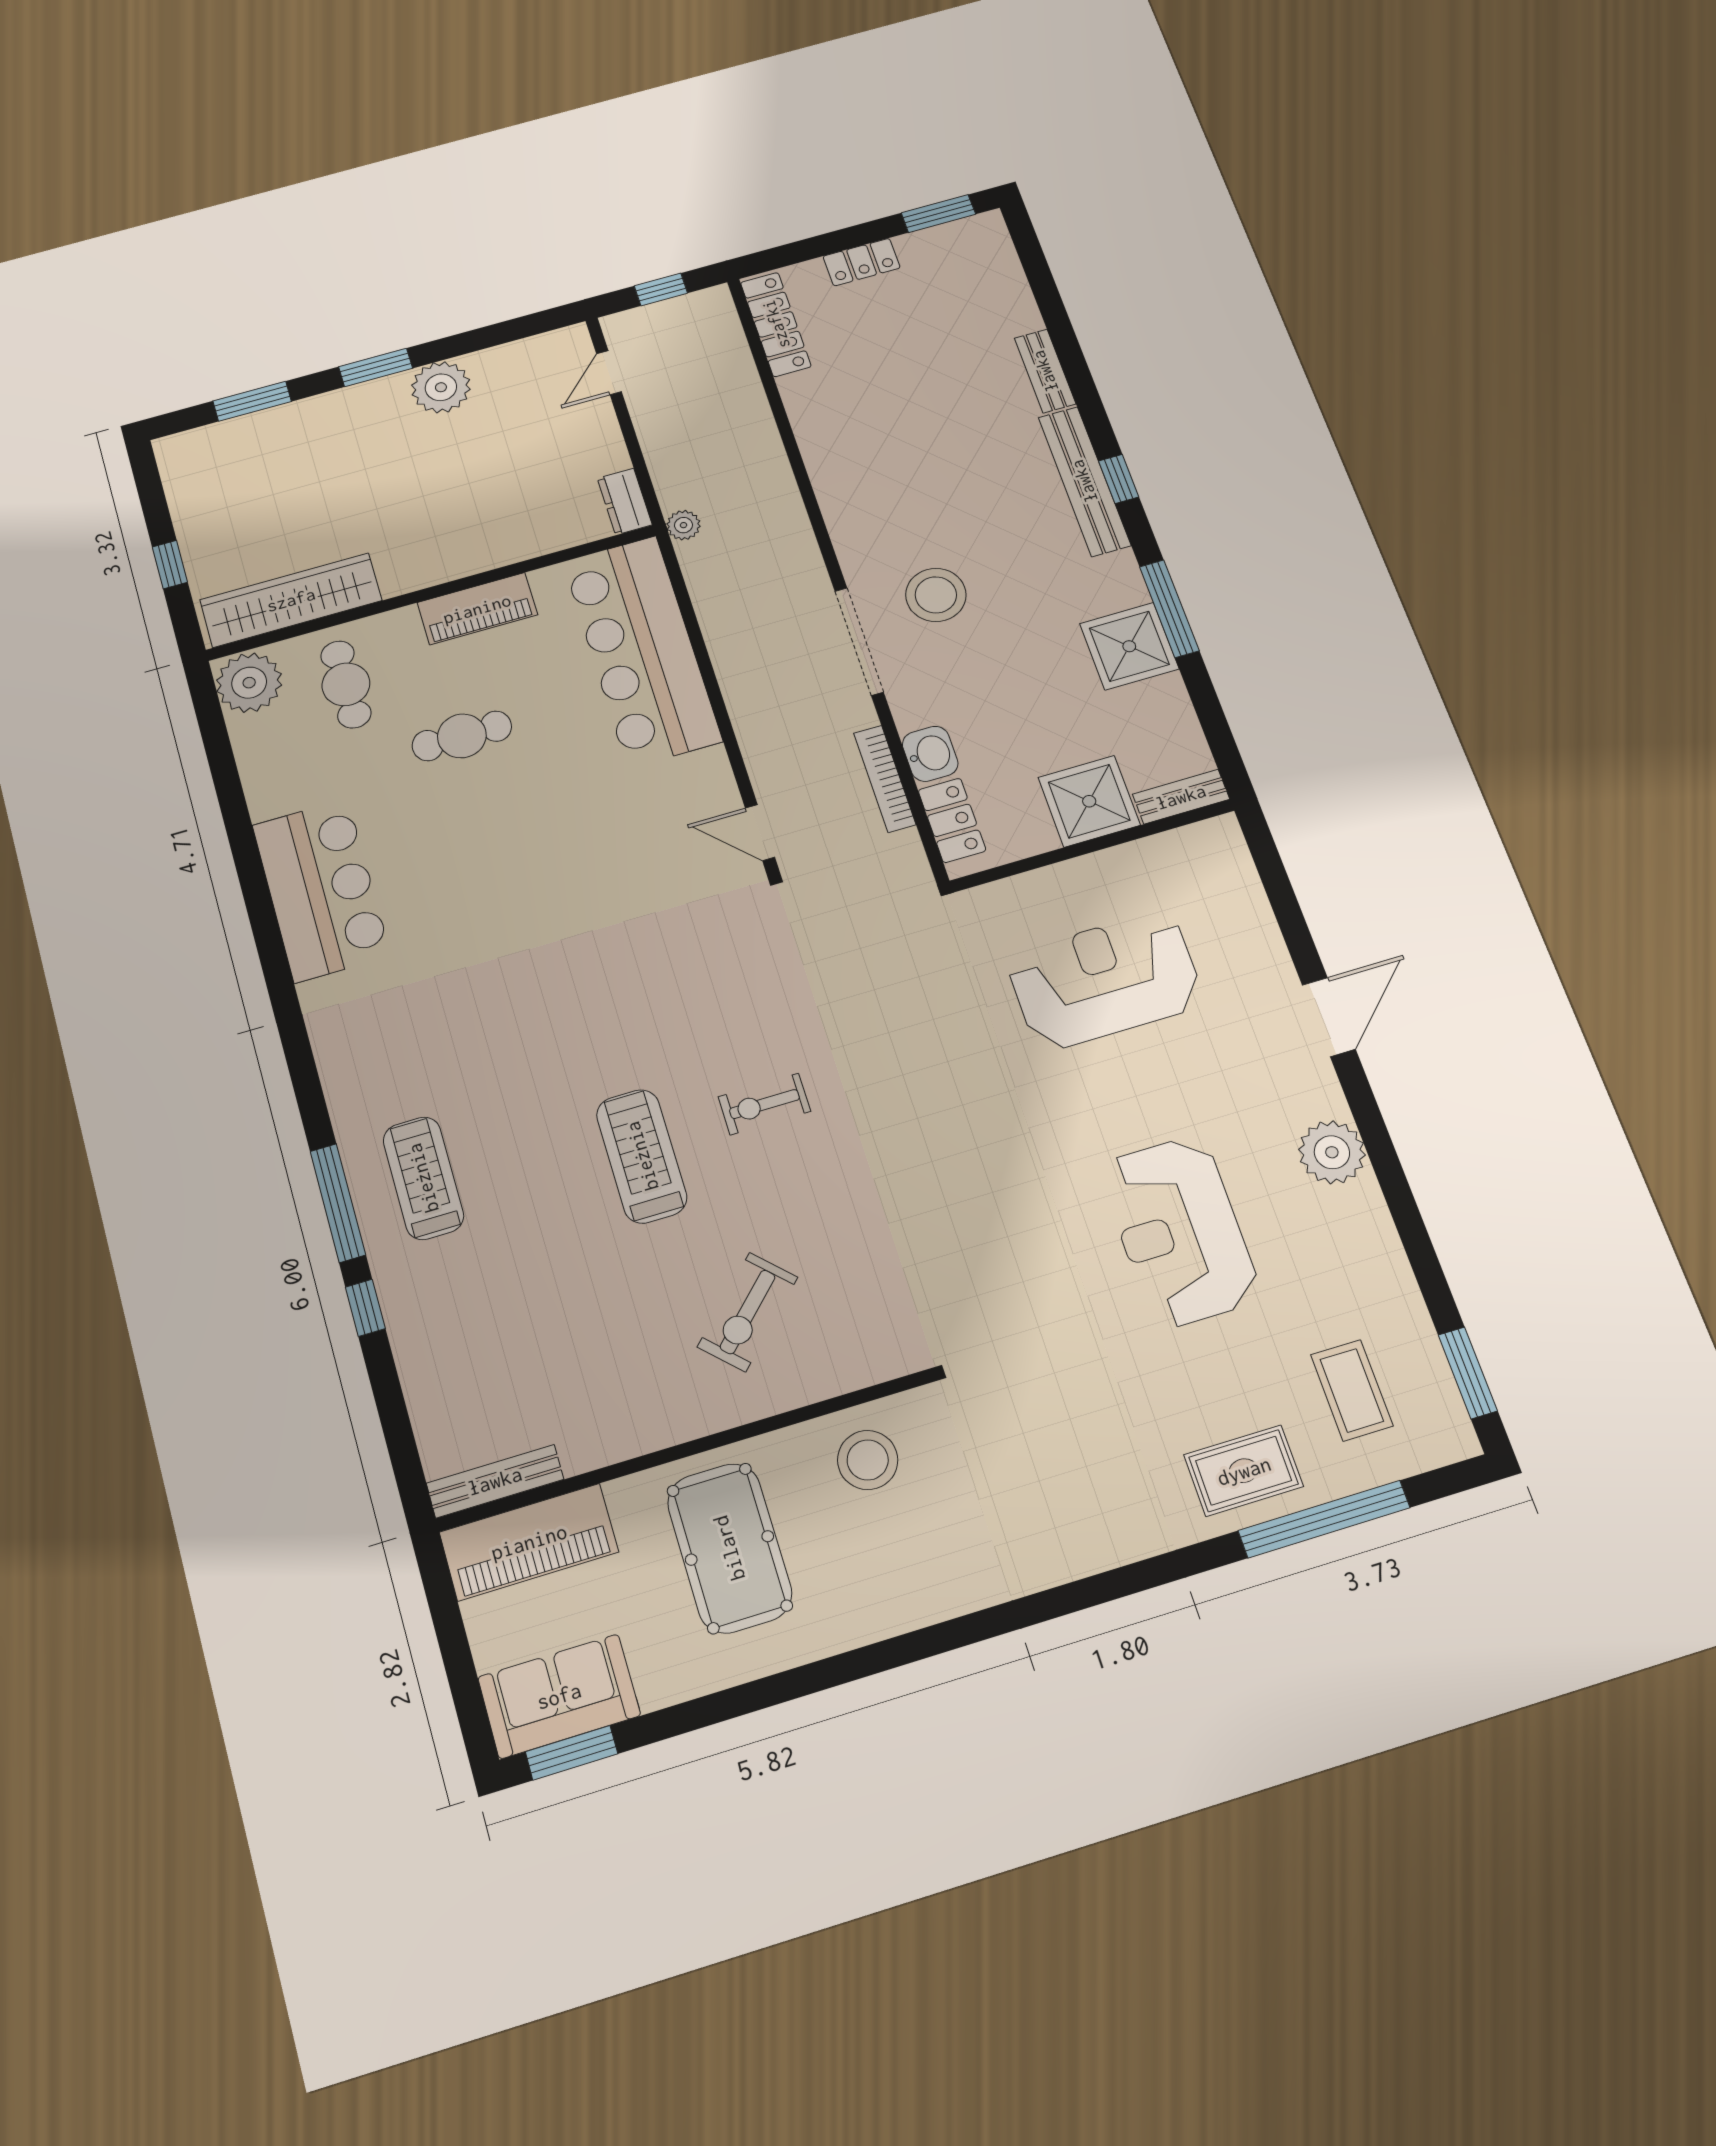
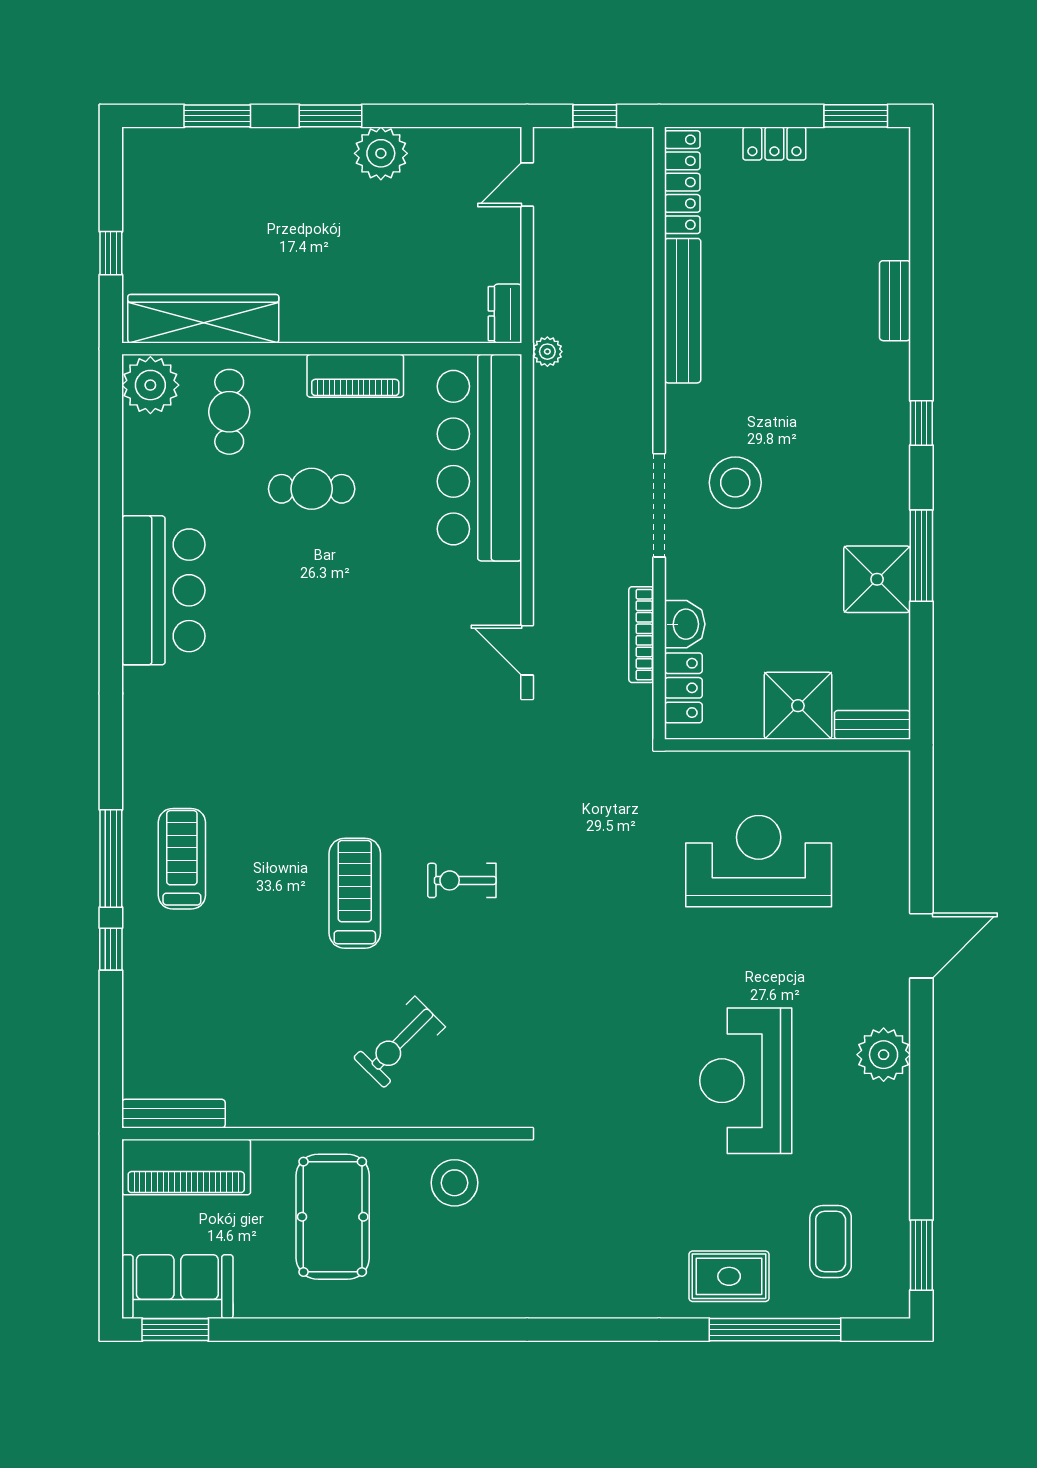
bench: (1084, 481) -> (683, 311), moved

